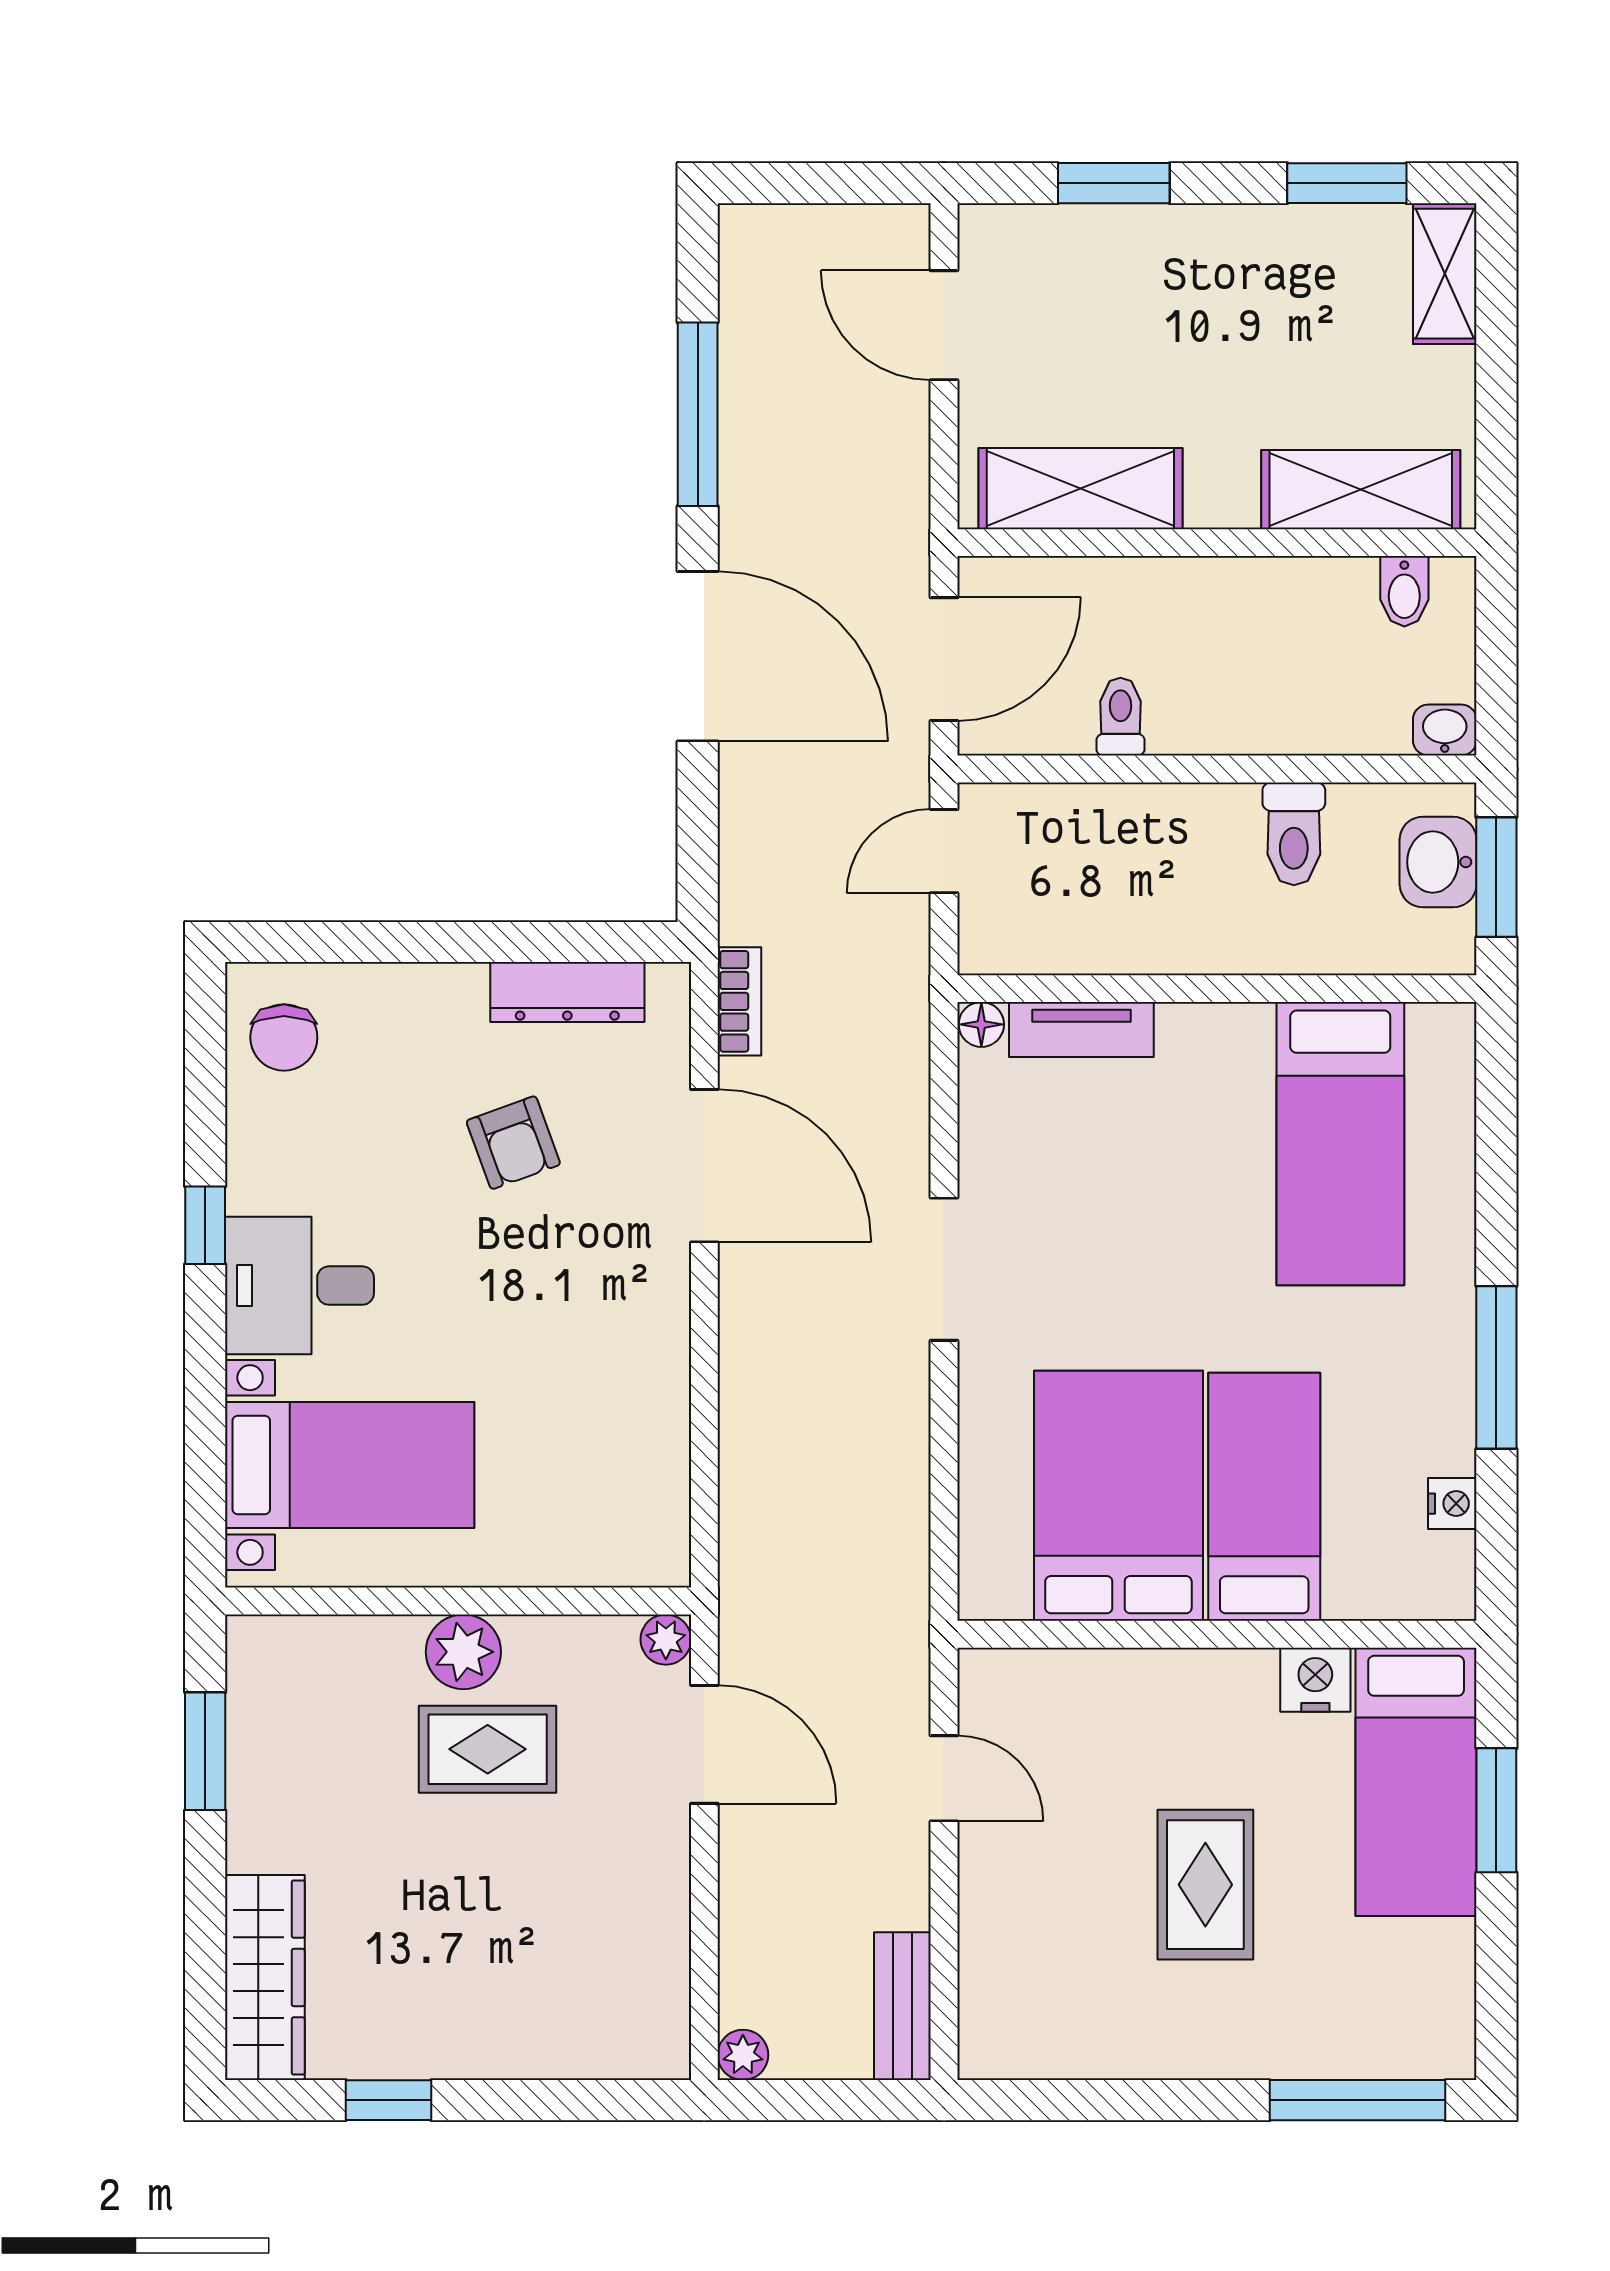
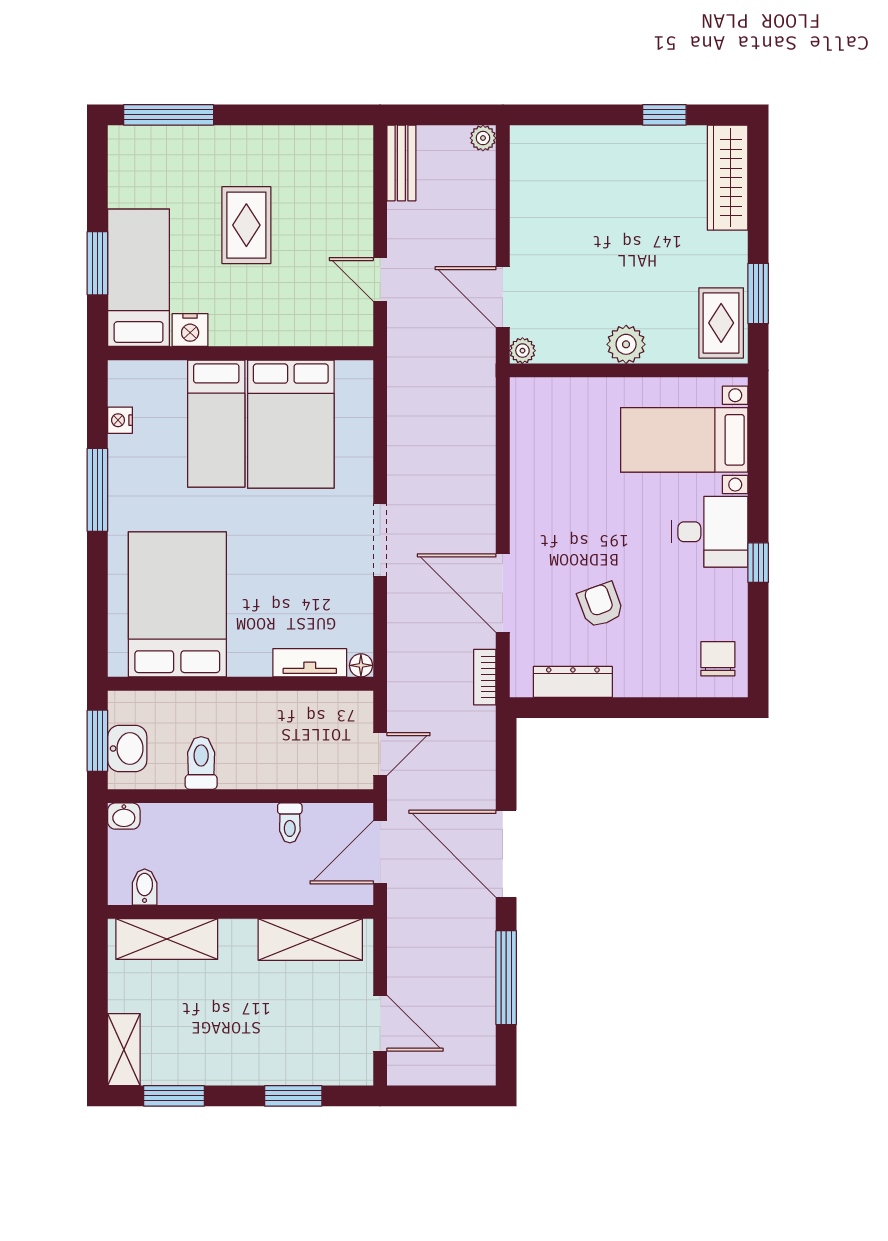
bed: (1340, 1144) -> (177, 604), width x1.50
rug: (488, 1749) -> (721, 323), moved, turned 90

